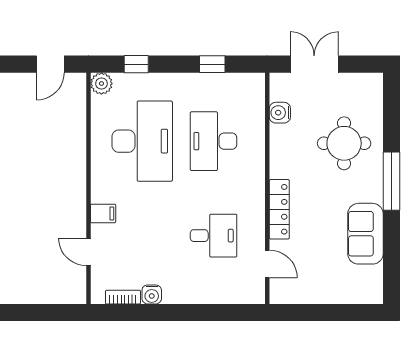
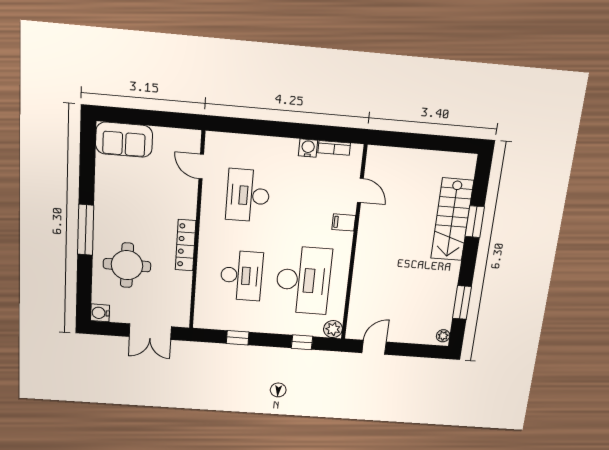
water cooler: (280, 113) -> (100, 313), moved, turned 180
desk: (142, 141) -> (303, 280), turned 180
locker: (279, 209) -> (186, 245), moved
sofa: (365, 234) -> (124, 140), moved, turned 90
desk: (214, 236) -> (248, 195), width x1.37

